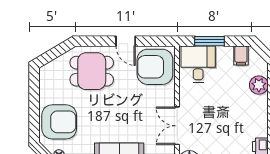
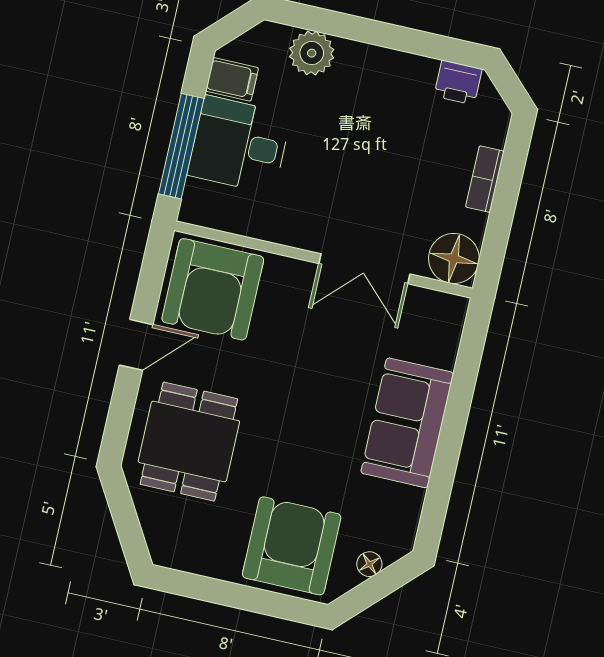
window: (210, 41) -> (181, 146), width x1.44
desk: (198, 64) -> (239, 145), moved

